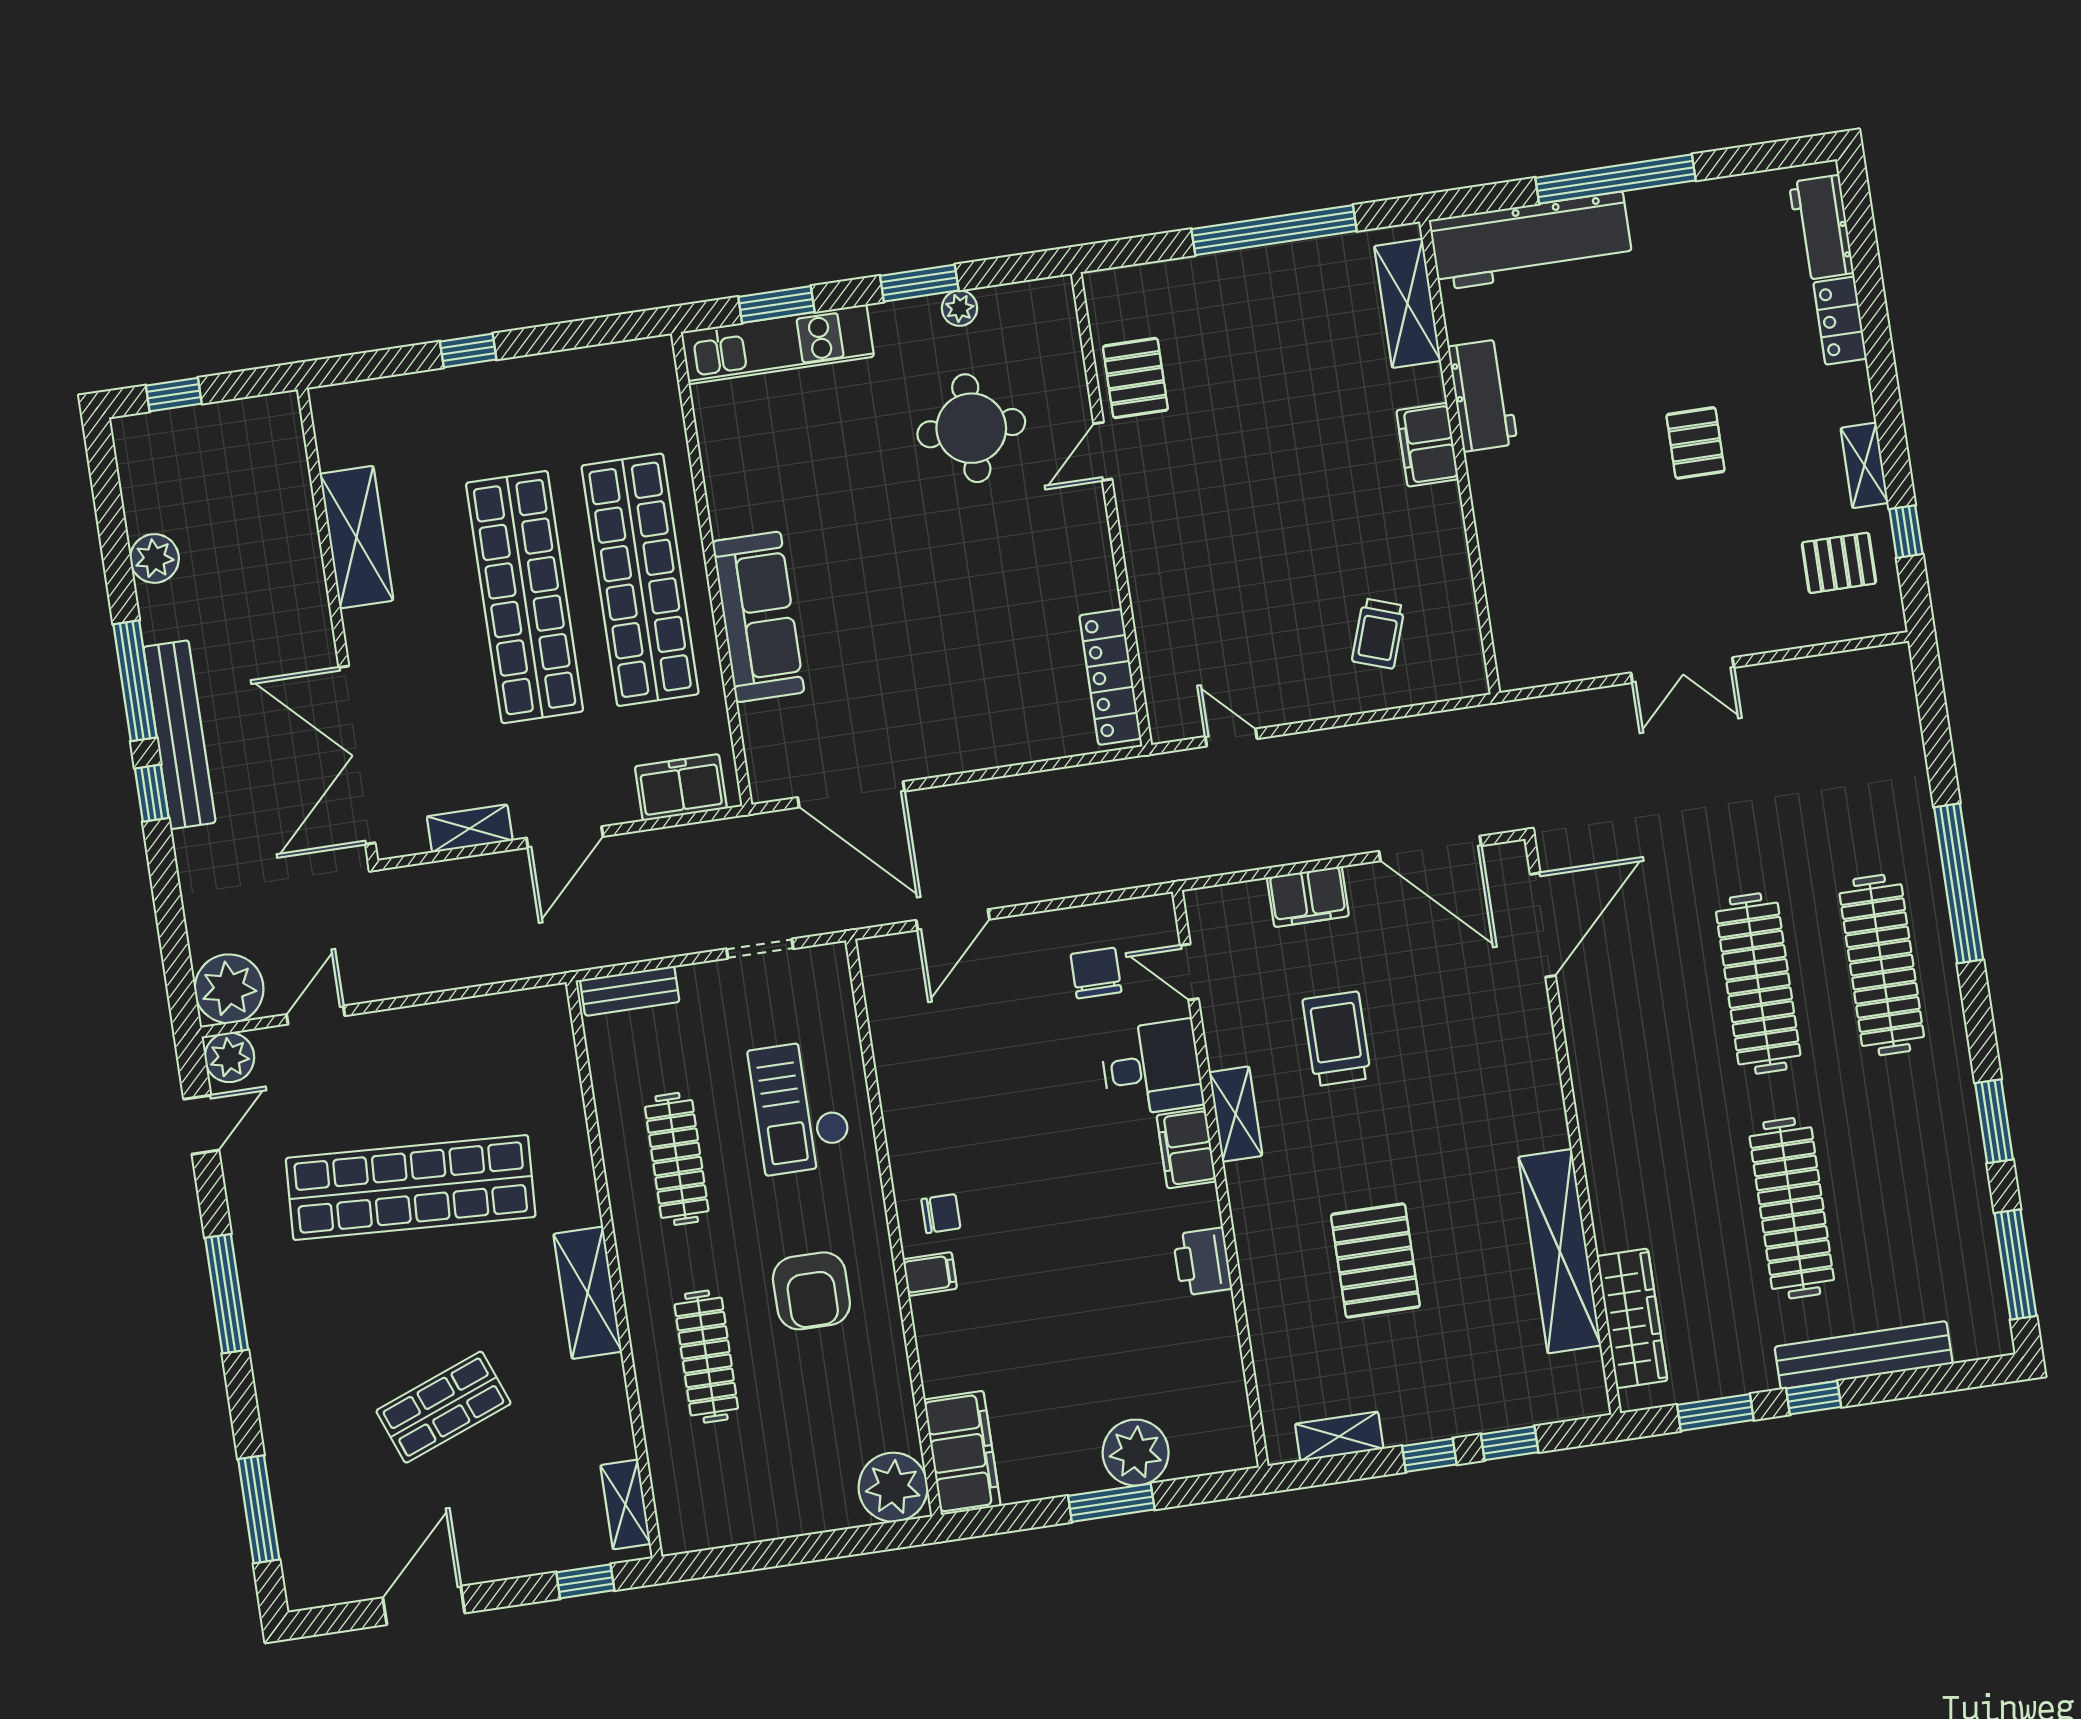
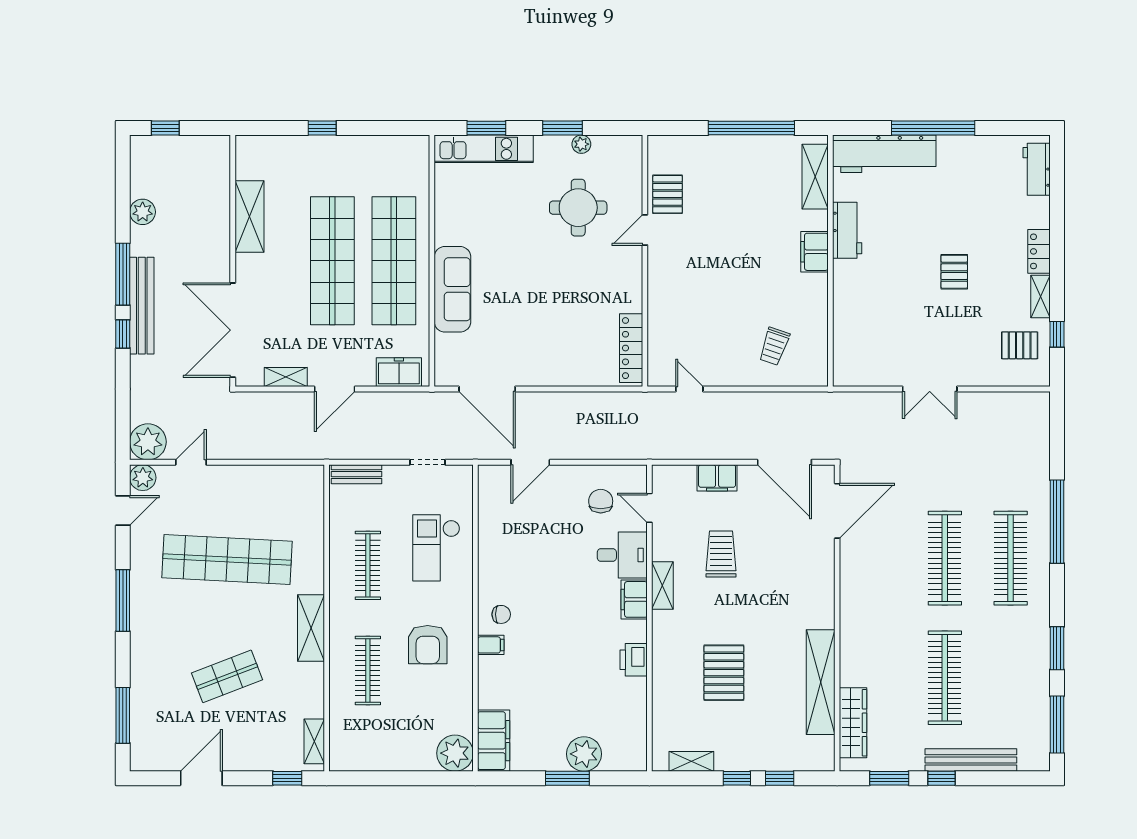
locker: (1840, 321) -> (1039, 251), moved

